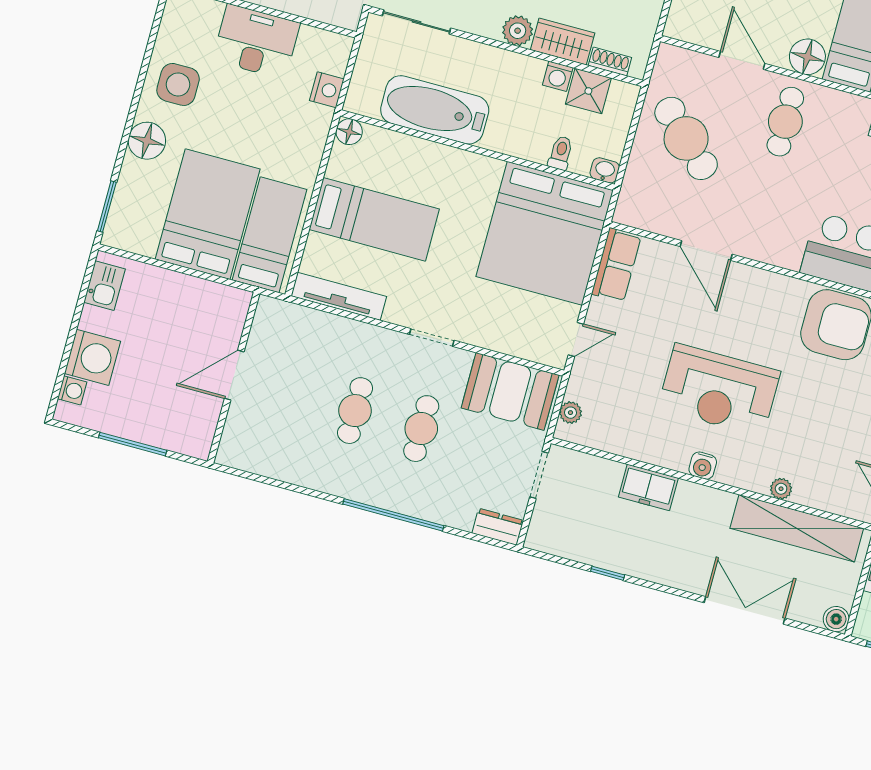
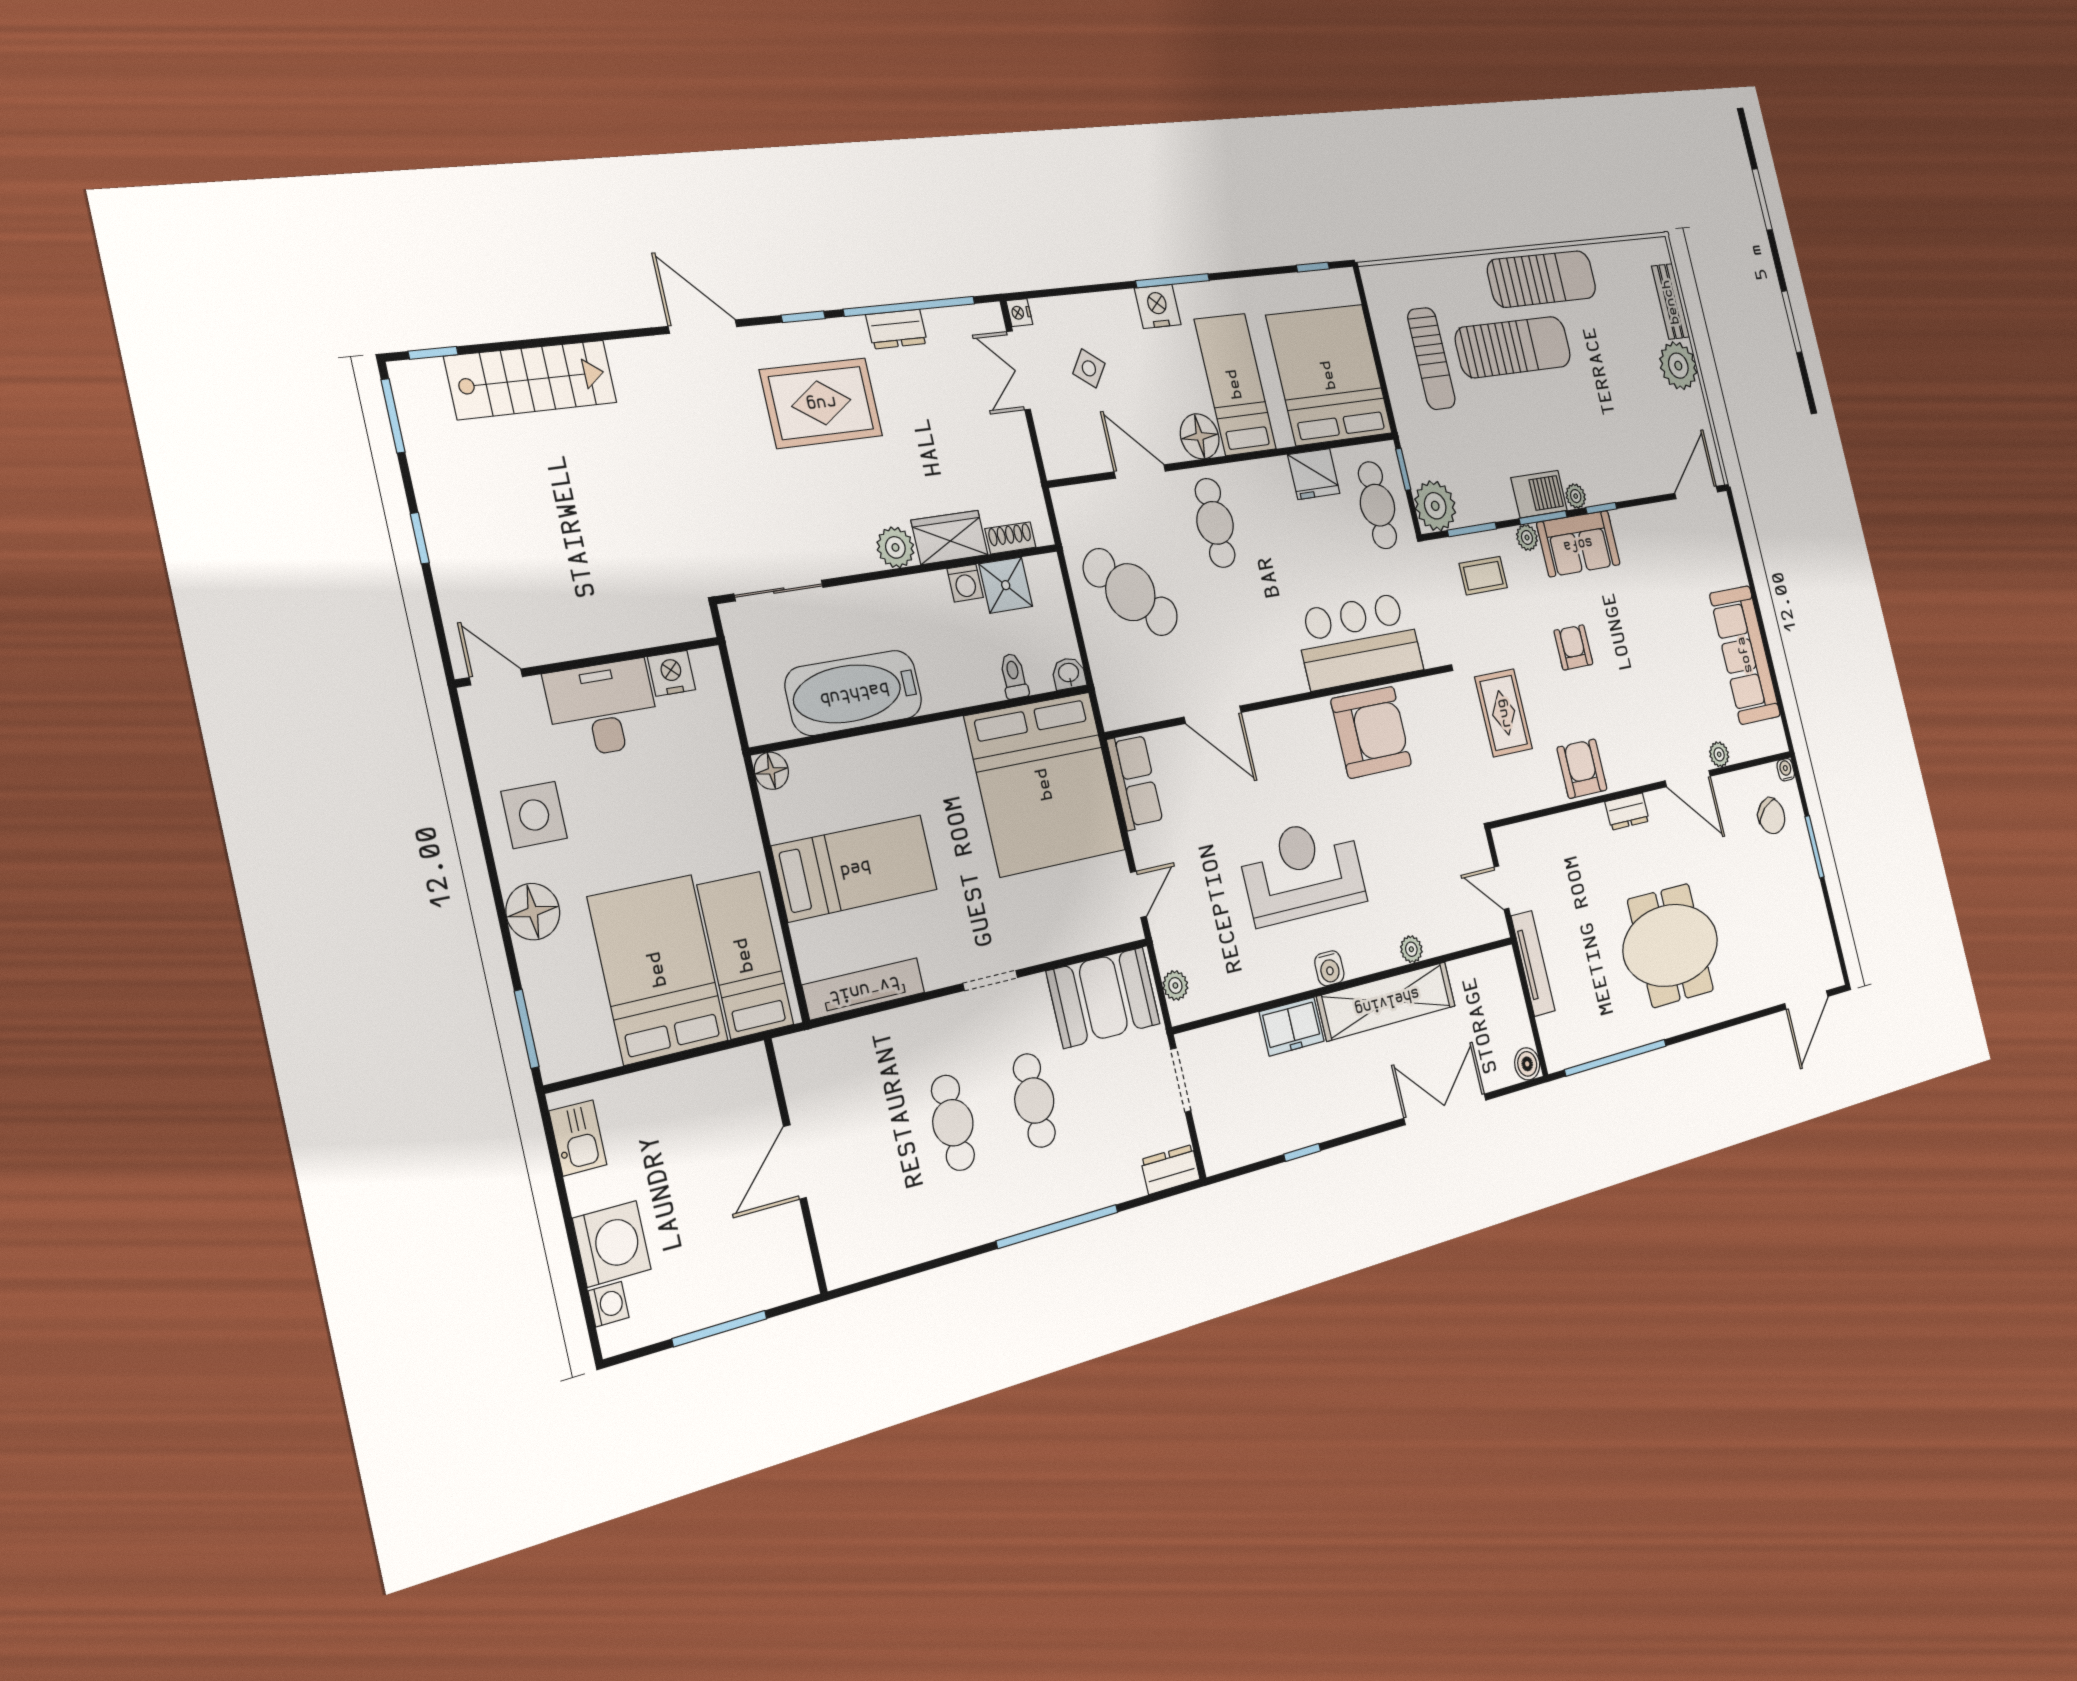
nightstand: (327, 90) -> (672, 673), moved, turned -90
reception desk: (719, 390) -> (1302, 871), turned 180
shelving: (797, 528) -> (1387, 1001), moved

